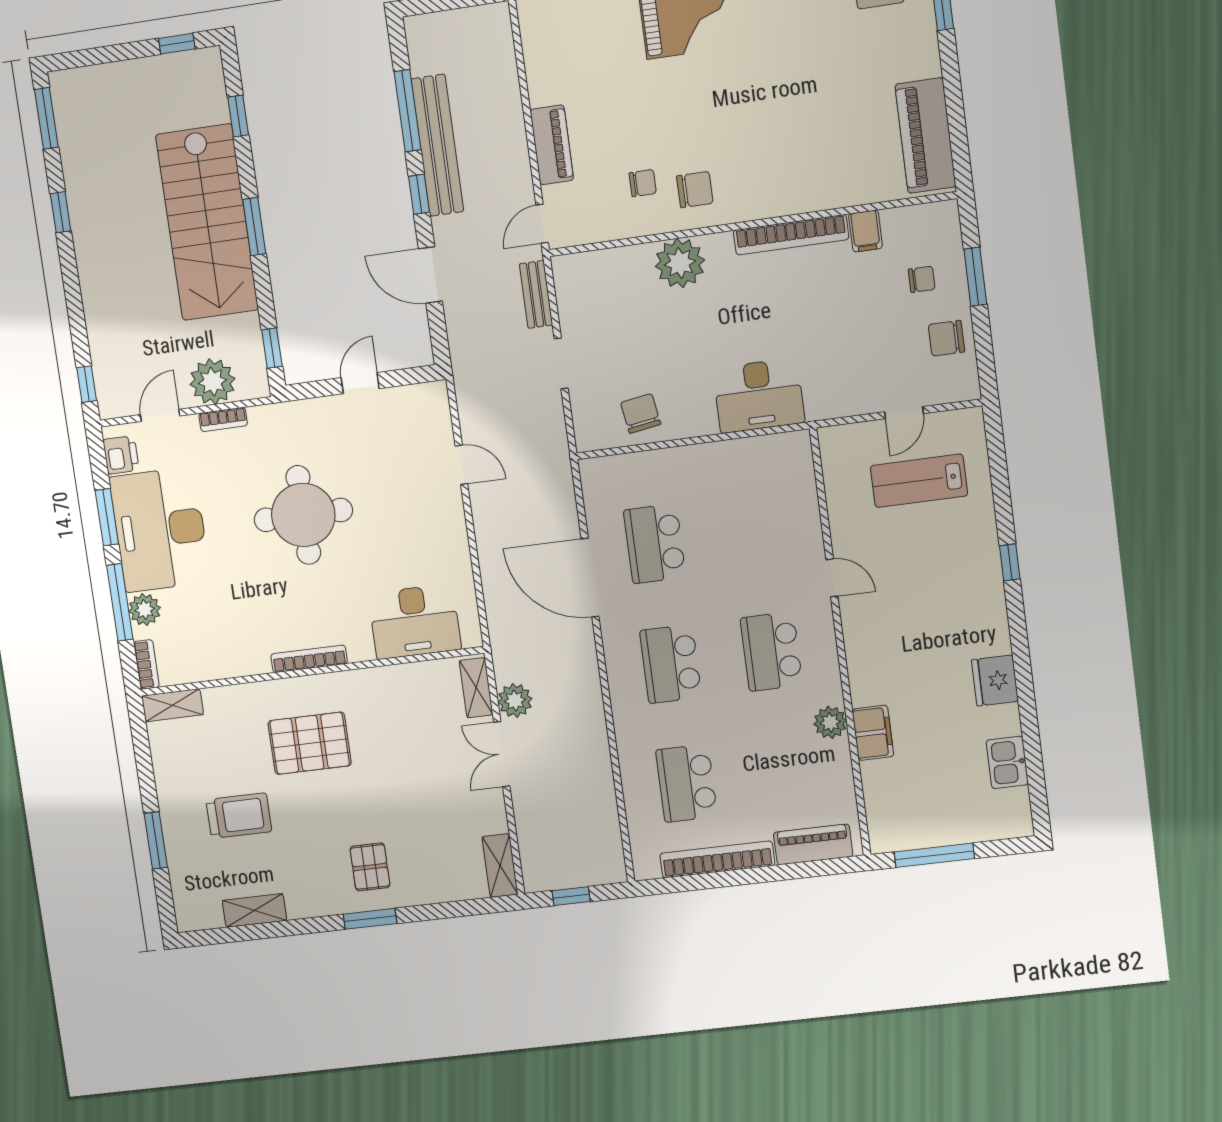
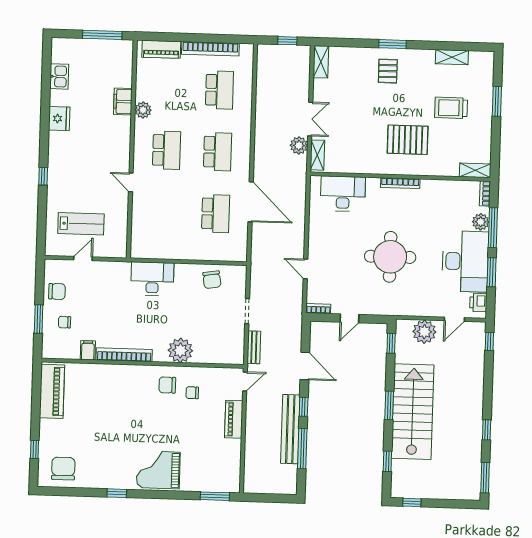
bookcase: (223, 419) -> (318, 309), moved

